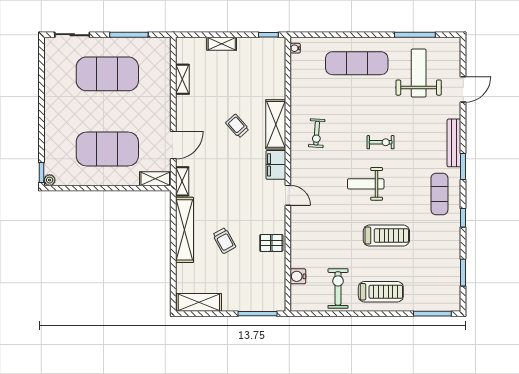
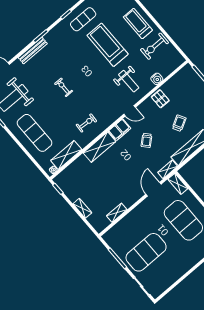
exercise mat: (107, 74) -> (146, 252), turned 90
shelving: (300, 78) -> (66, 155), added
trolley: (237, 126) -> (146, 140), moved
door: (173, 145) -> (153, 189), hinge flipped
weight bench: (366, 184) -> (129, 81), moved
exercise mat: (439, 194) -> (83, 19), moved
door: (288, 195) -> (130, 111), swing flipped
treadmill: (386, 236) -> (108, 45), width x1.37, depth x1.38
water cooler: (298, 276) -> (157, 79), moved

